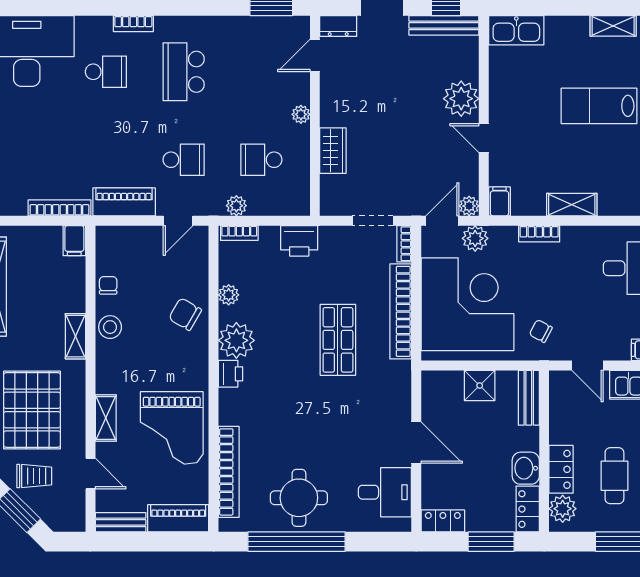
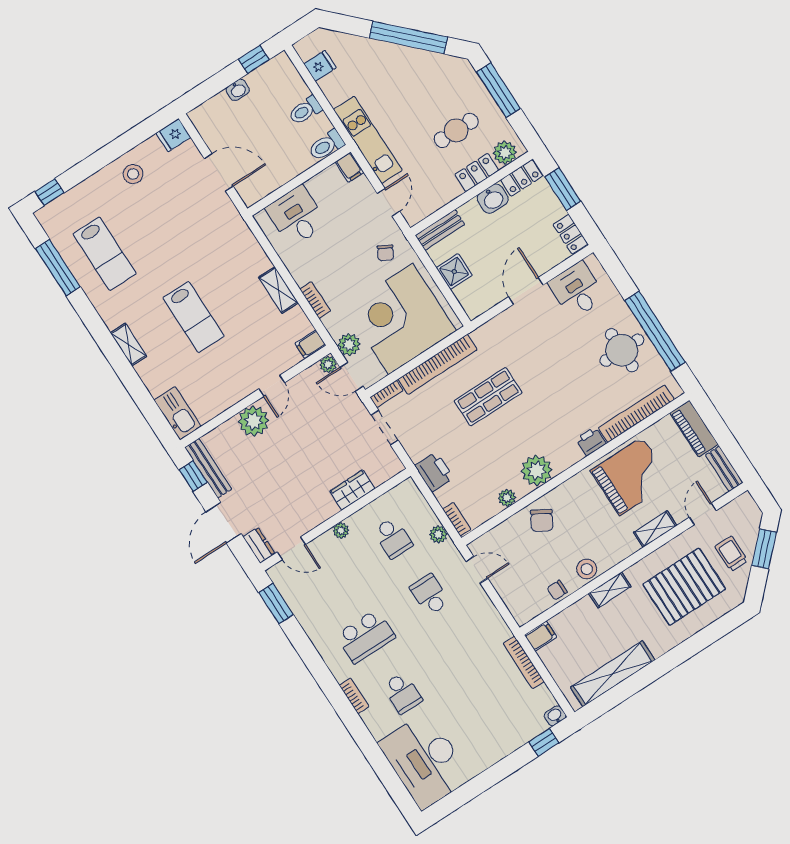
school desk: (106, 72) -> (402, 693), turned 180
piano: (124, 202) -> (489, 618), removed
printer: (231, 374) -> (591, 441), moved

